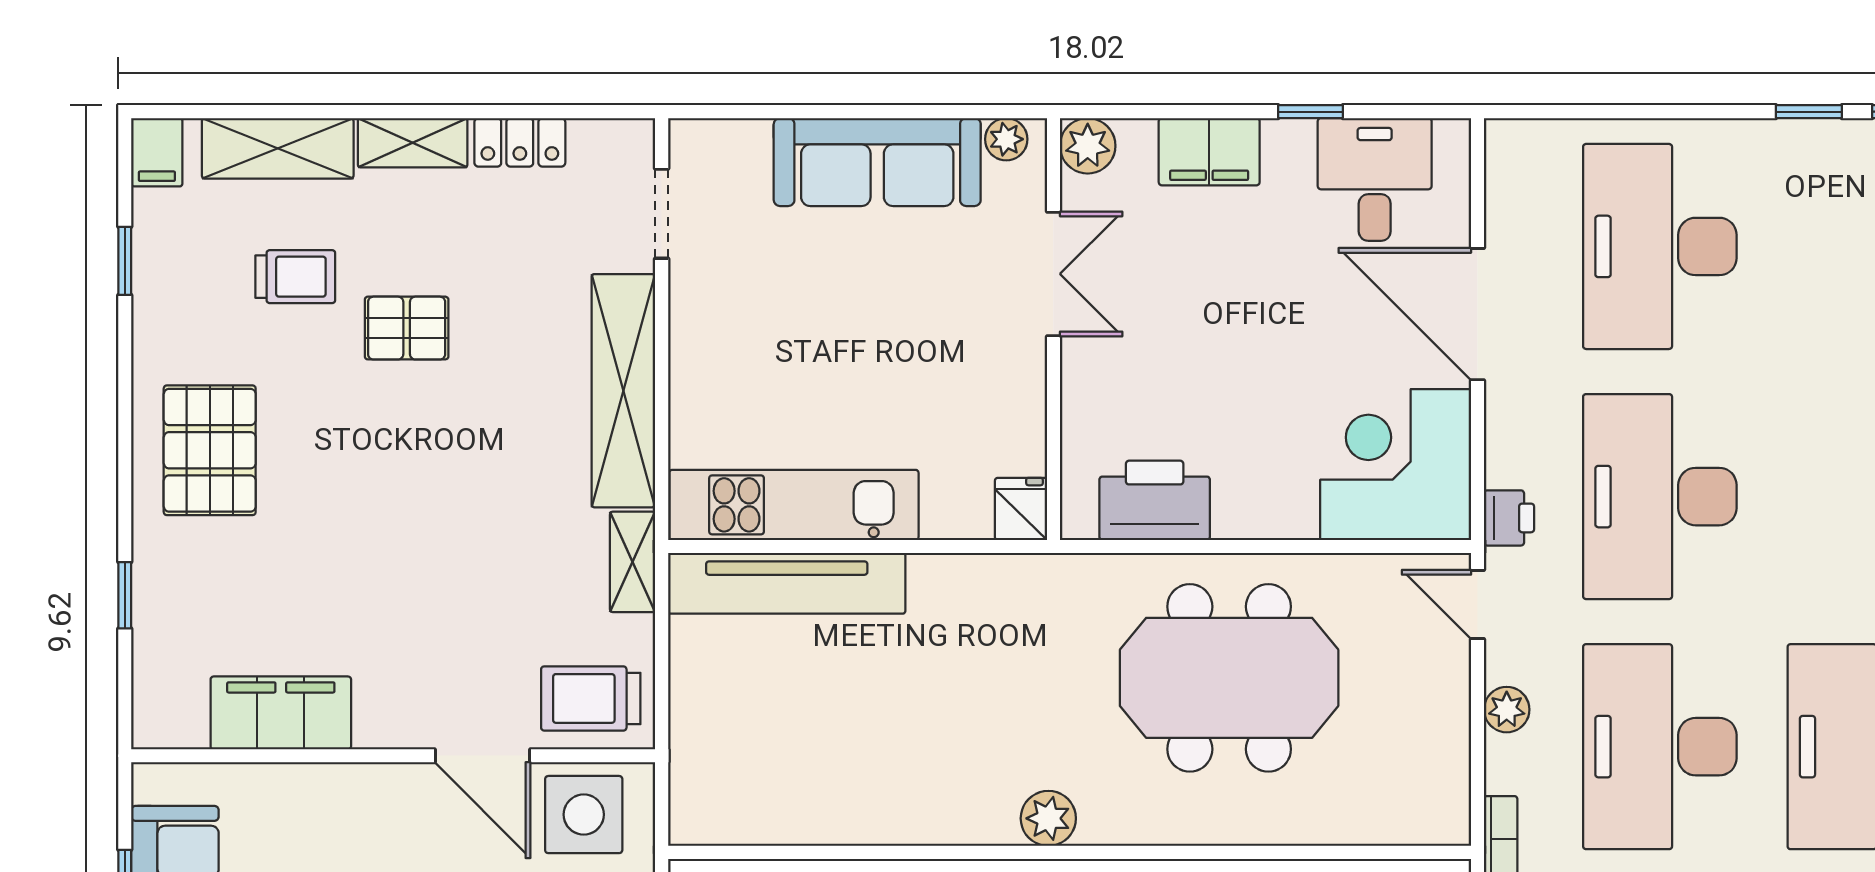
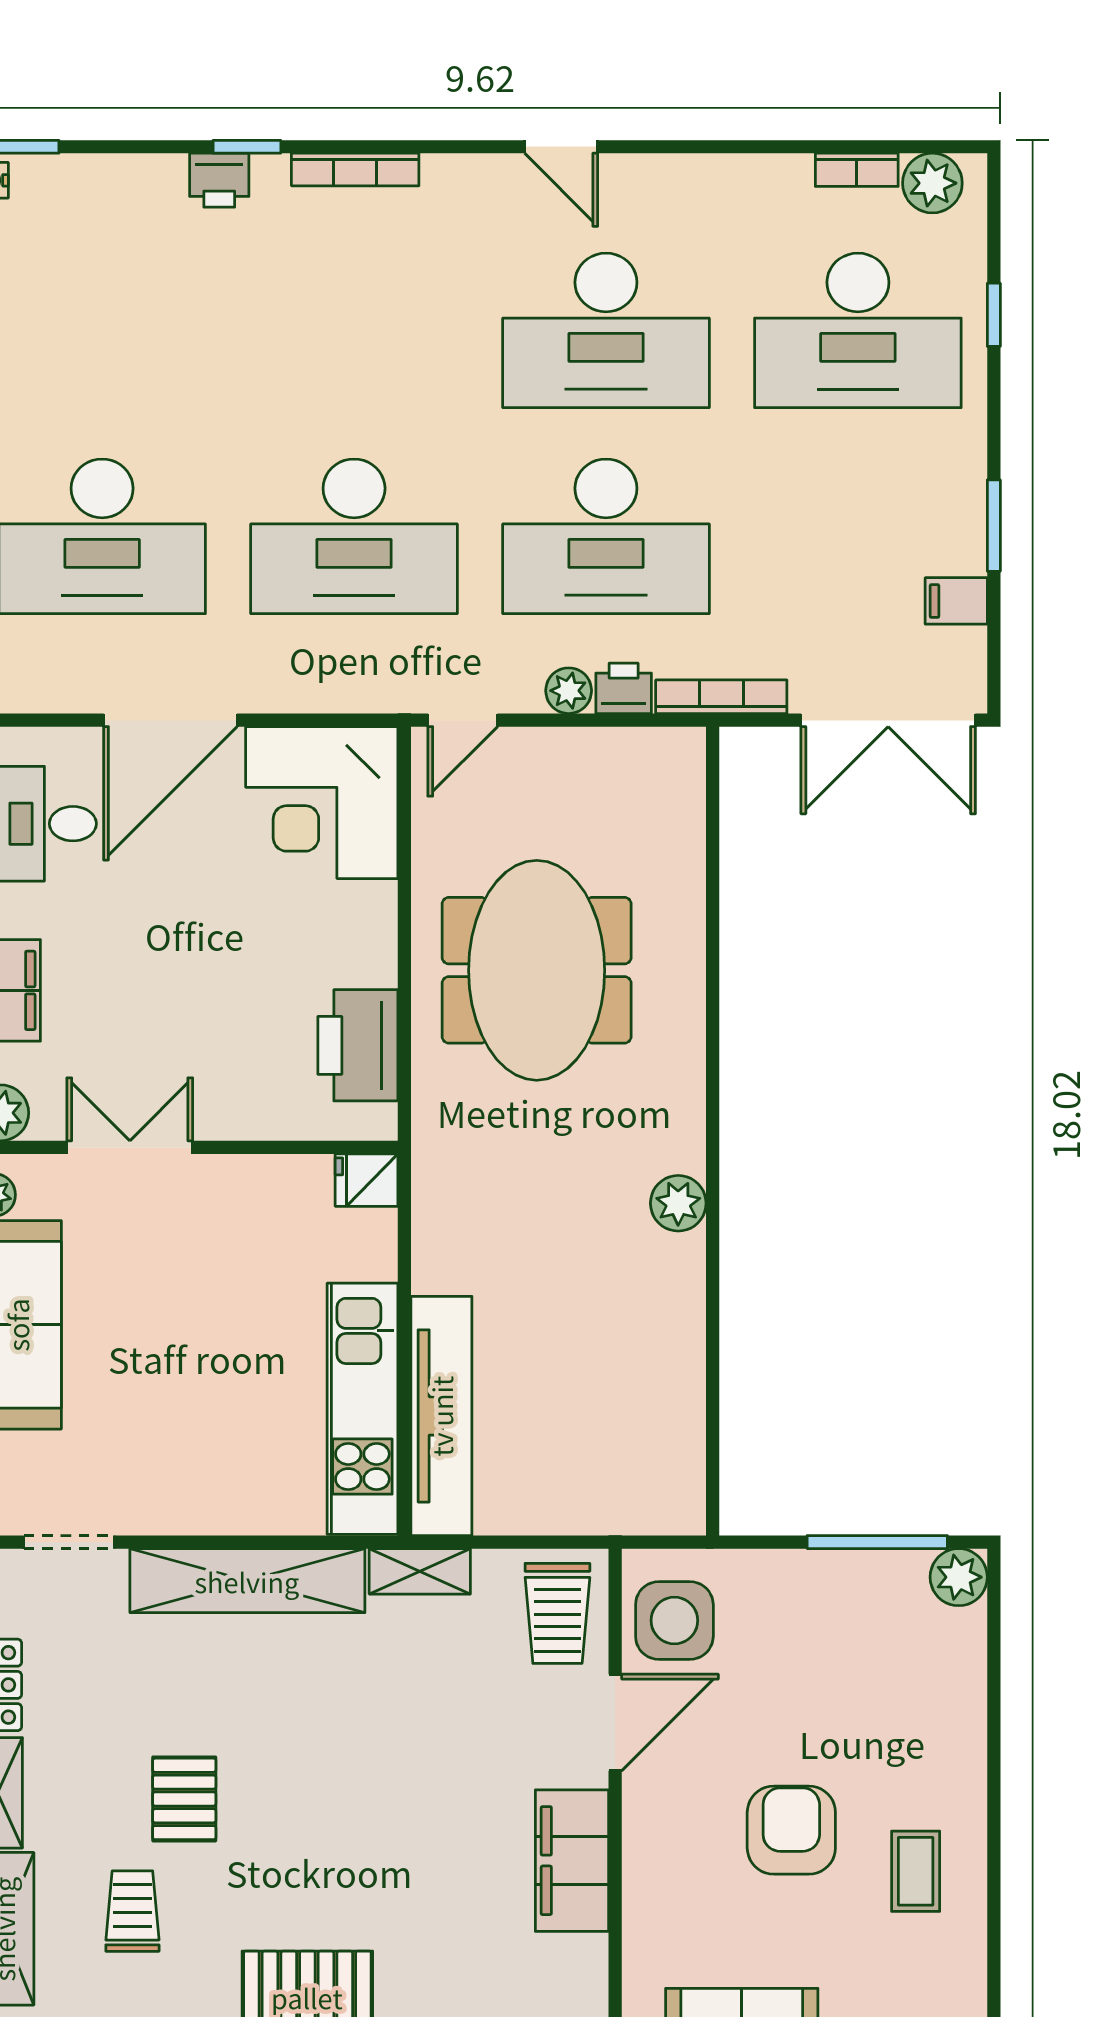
printer: (1509, 518) -> (624, 688), moved
filing cabinet: (281, 713) -> (572, 1861), moved
plant: (1048, 818) -> (678, 1203), moved

